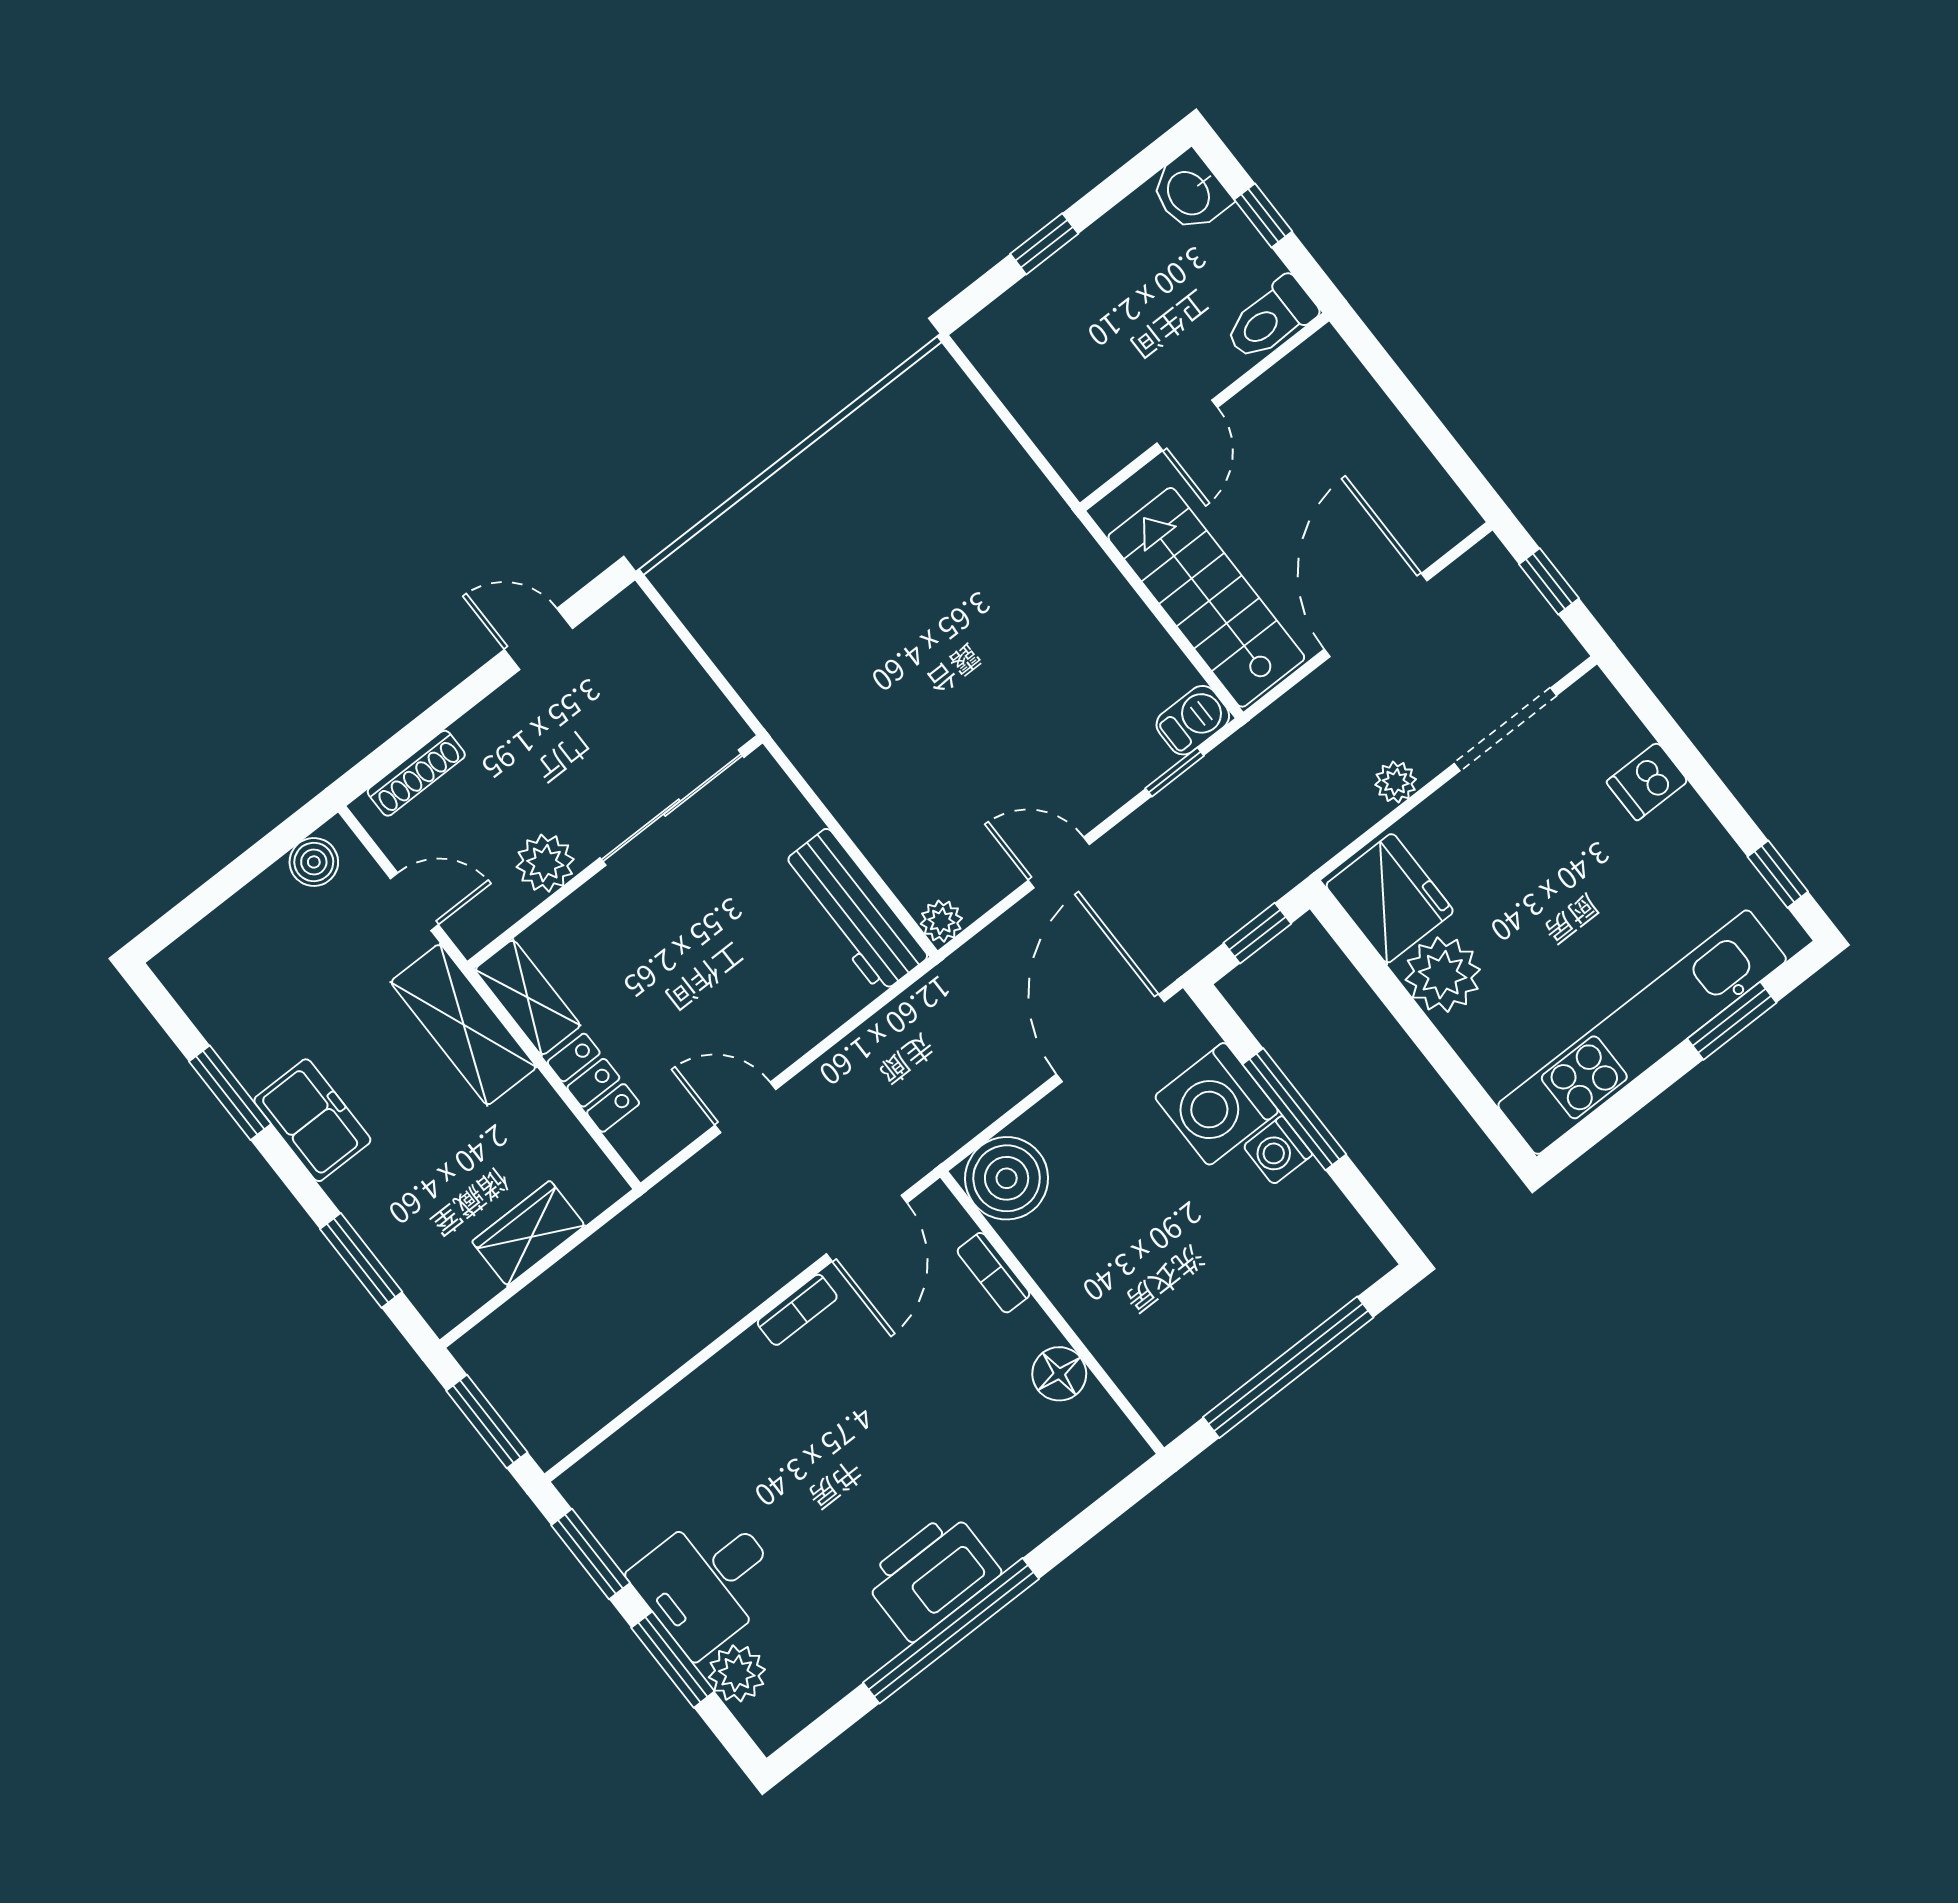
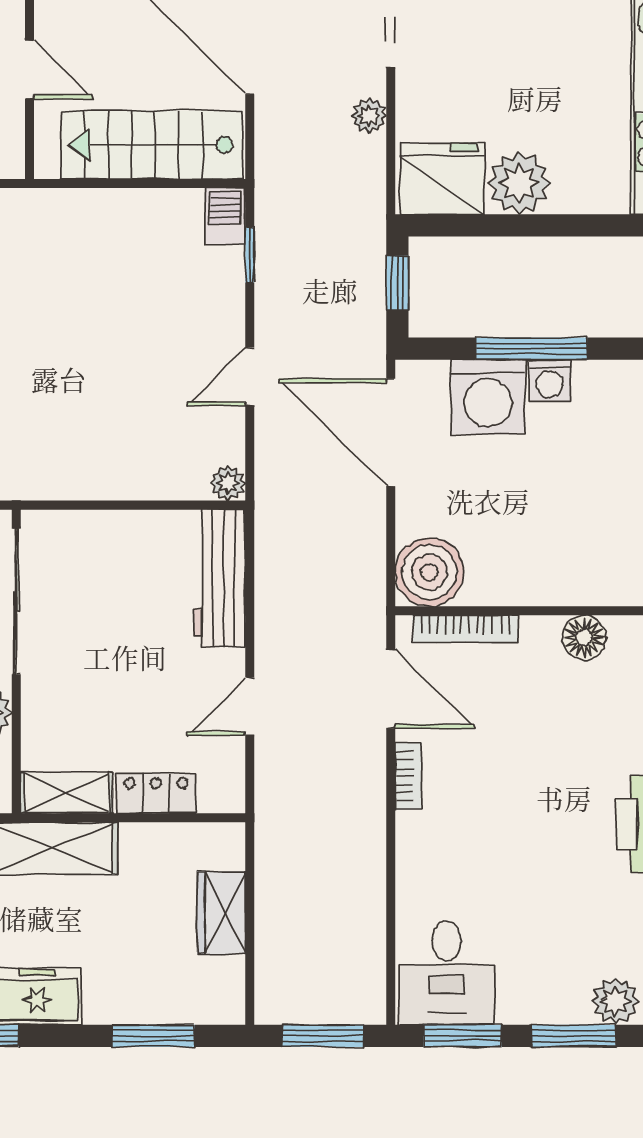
workbench: (854, 911) -> (220, 578), moved, turned 90
bookcase: (993, 1273) -> (465, 629), width x1.56
desk: (708, 1581) -> (447, 973), moved

